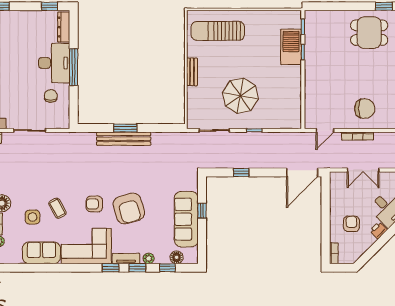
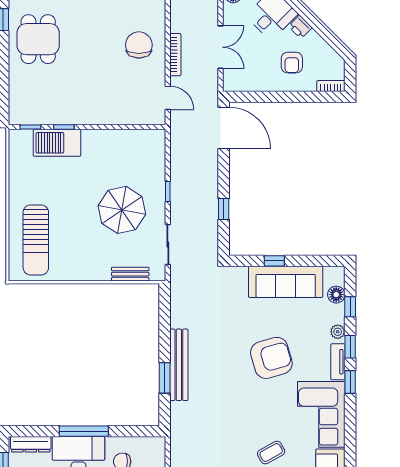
bench: (192, 72) -> (130, 274), moved
window: (125, 128) -> (165, 378), moved
armchair: (94, 204) -> (265, 404), removed
armchair: (351, 224) -> (292, 63), turned -90

